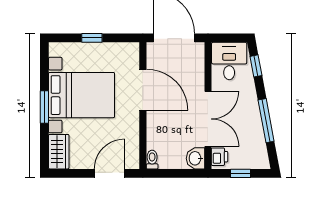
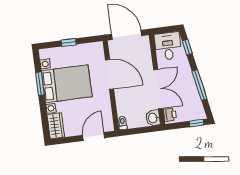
window: (44, 107) -> (40, 84), moved
window: (241, 173) -> (197, 123), moved

